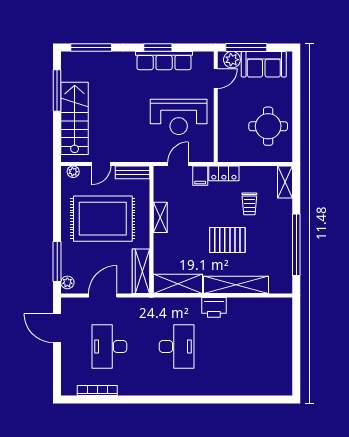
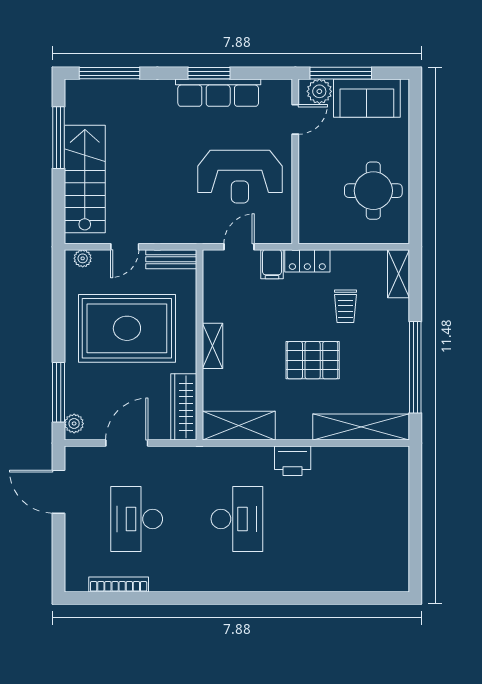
shelving: (160, 217) -> (212, 346), moved
shelving: (236, 285) -> (361, 427), moved

